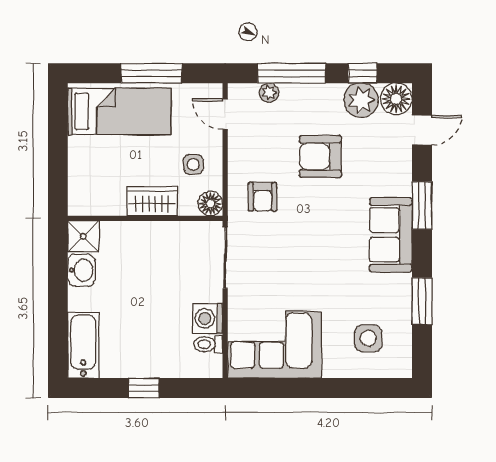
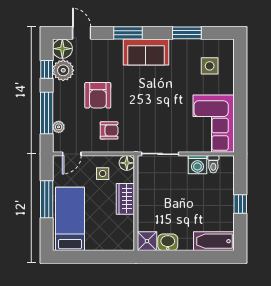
armchair: (263, 197) -> (109, 130), moved

